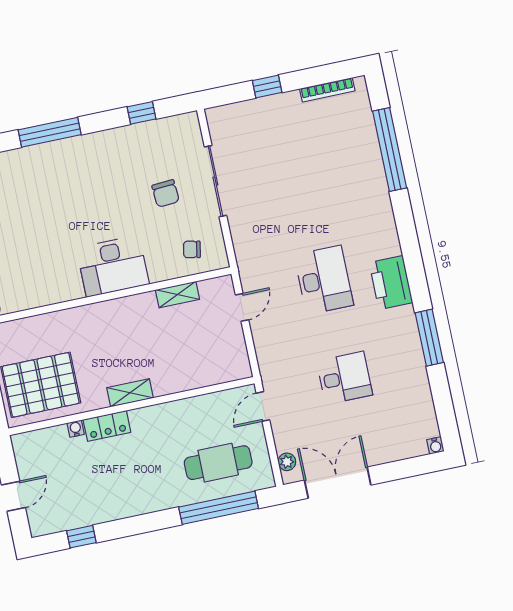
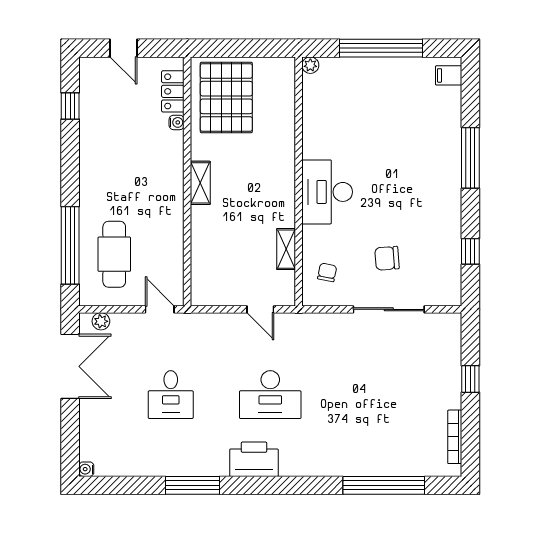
locker: (107, 426) -> (173, 91), moved

